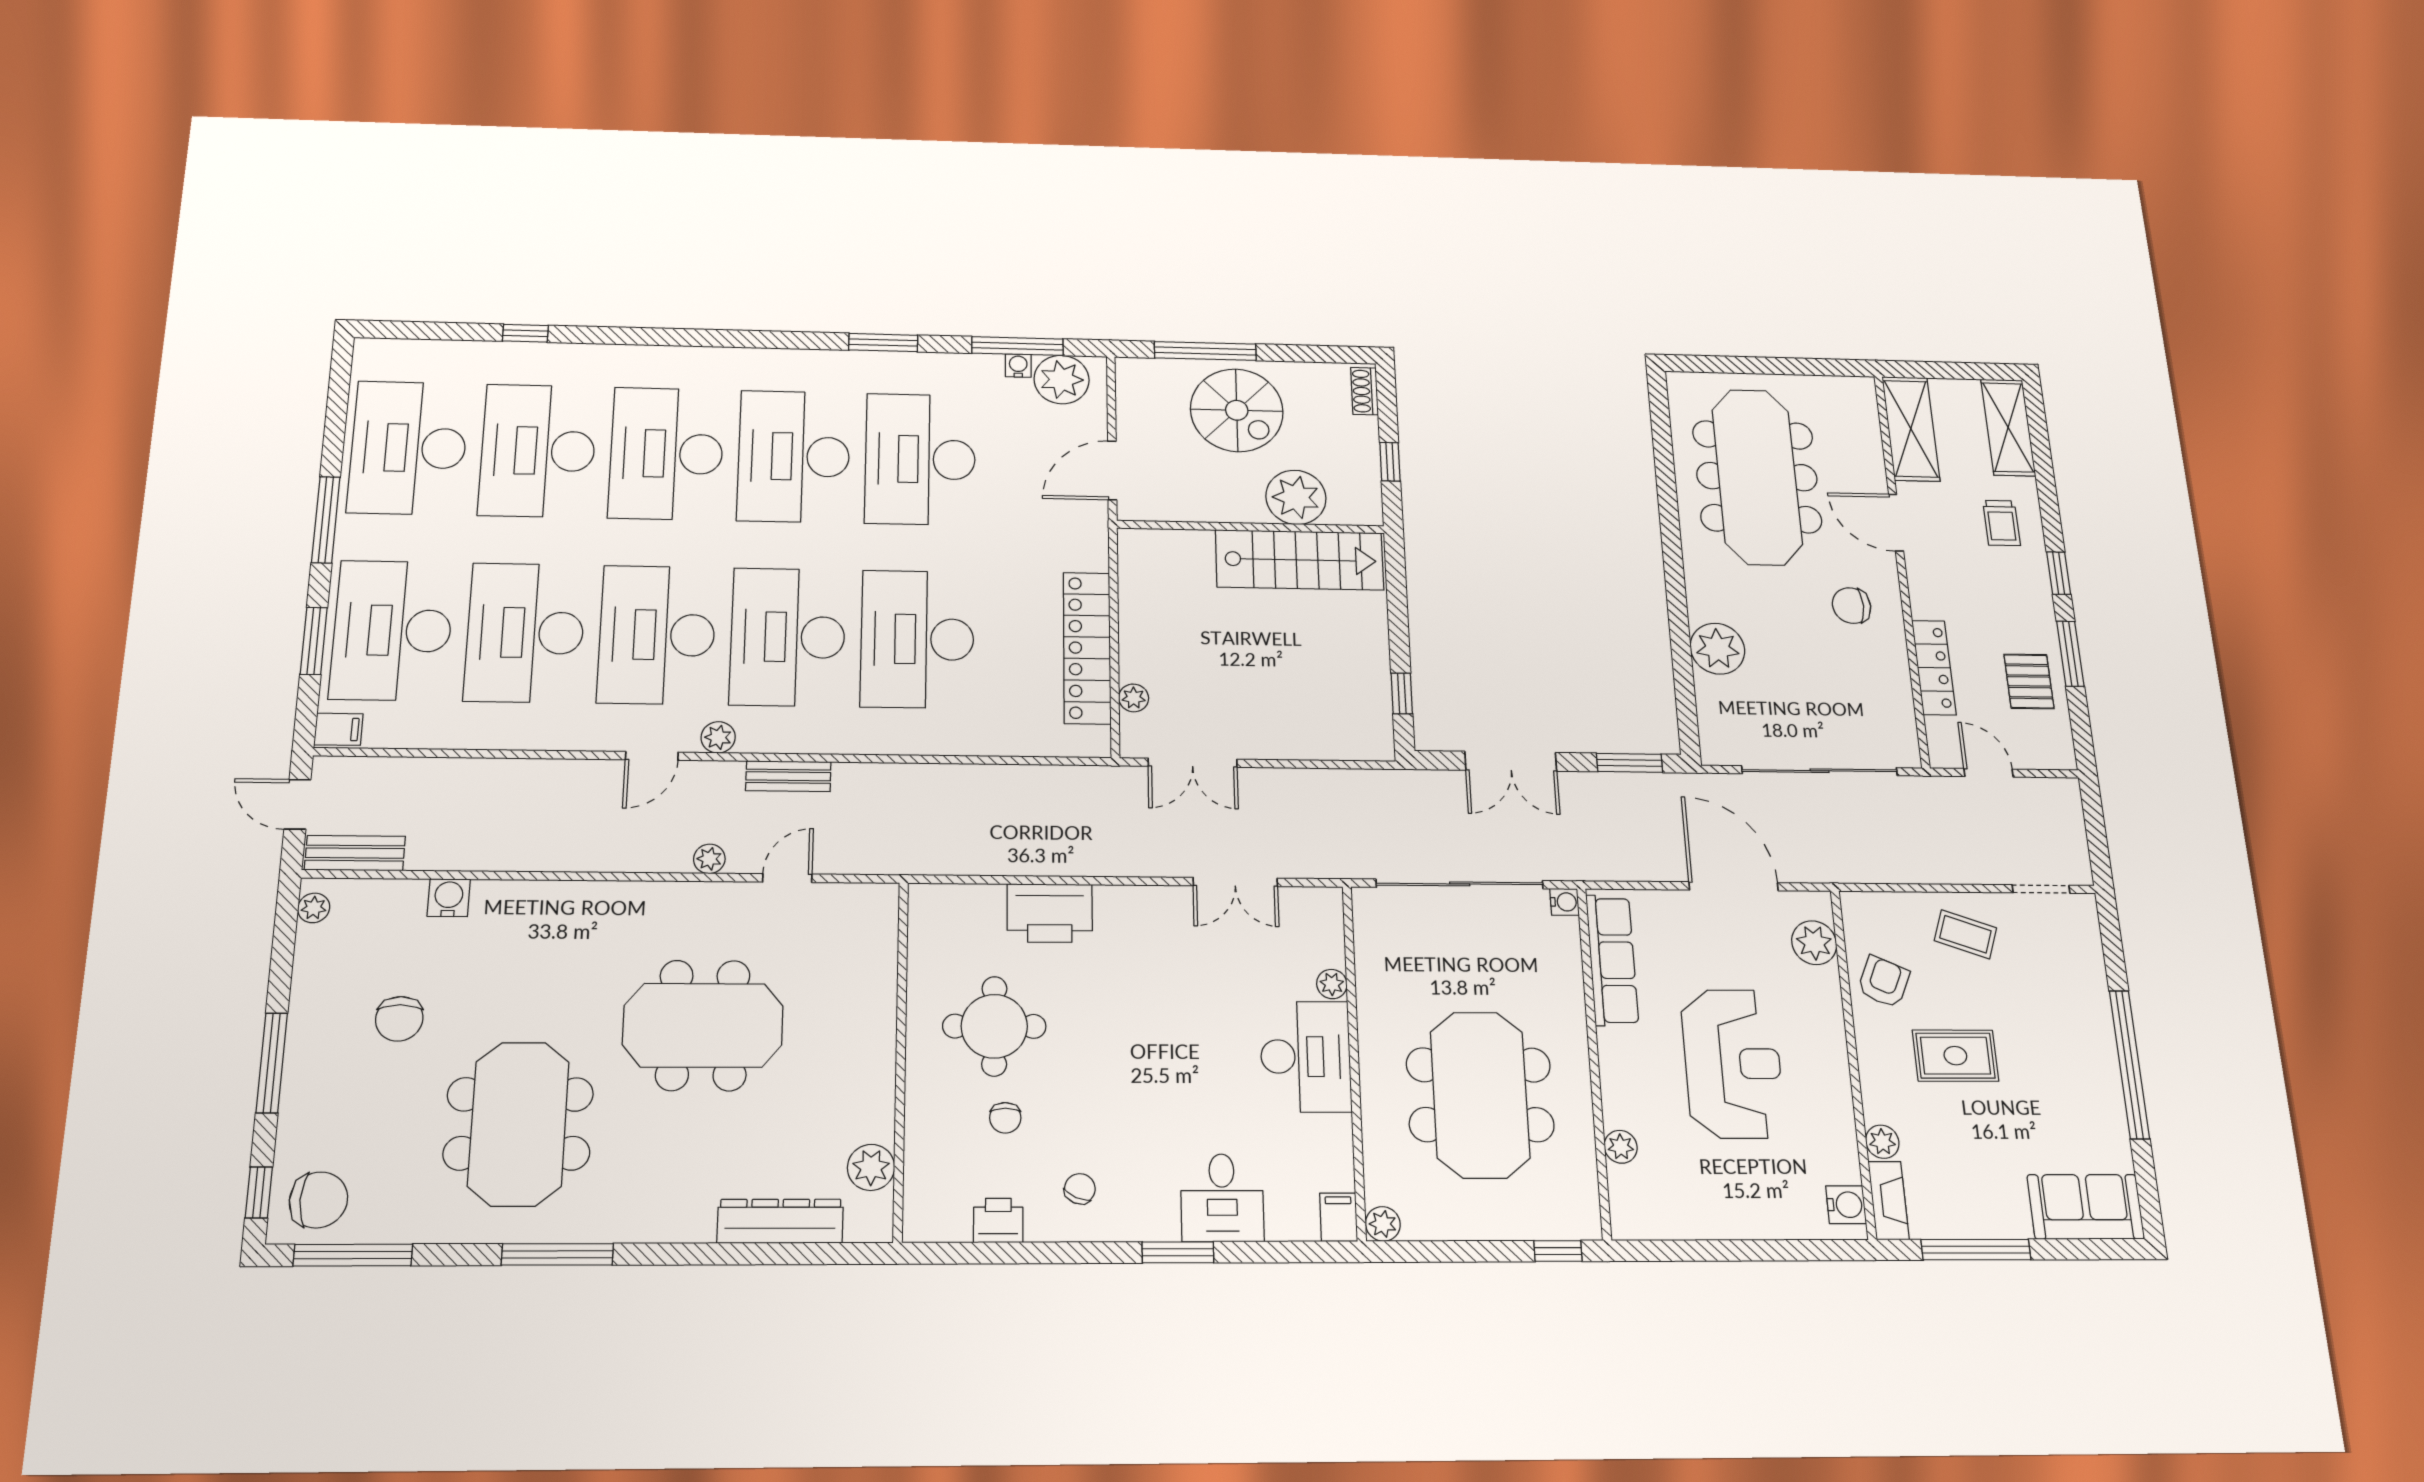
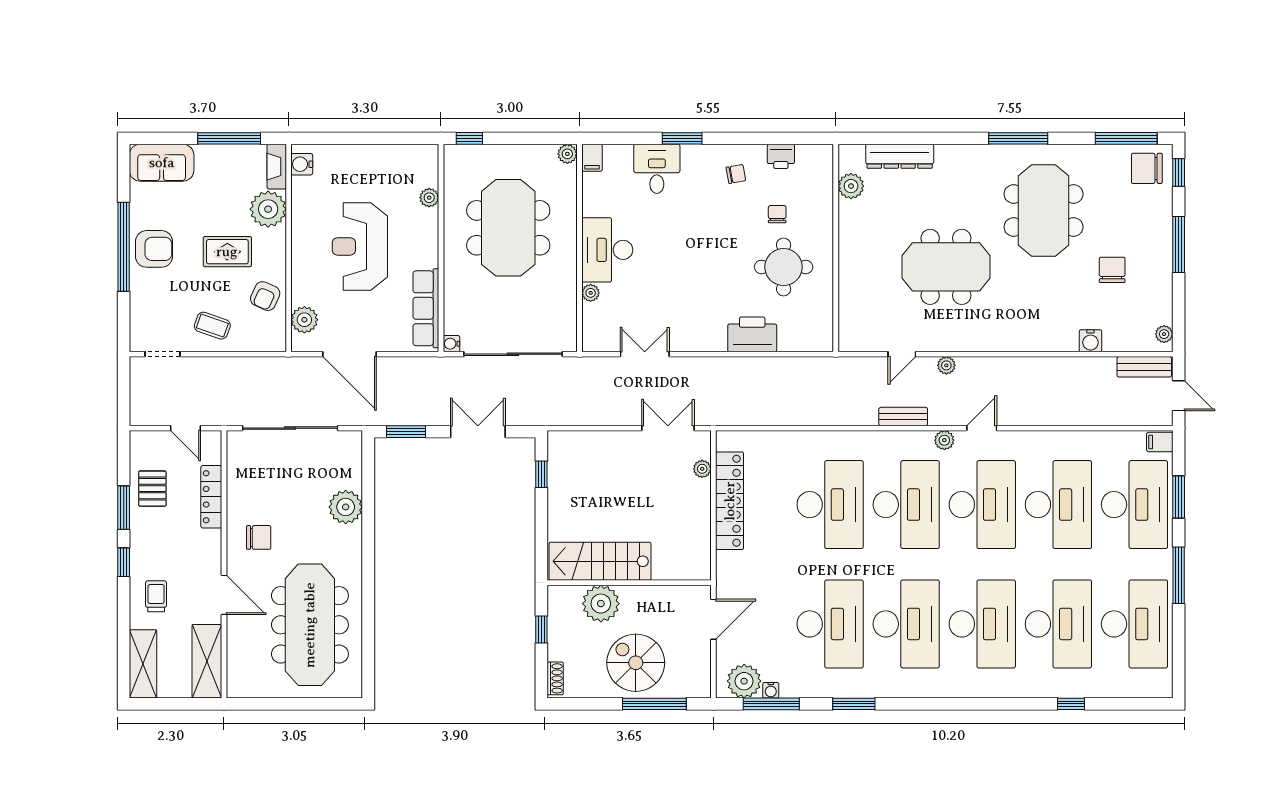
armchair: (2078, 1060) -> (154, 249), added
plant: (1882, 1142) -> (268, 209), width x1.87, depth x1.87
chair: (1080, 1189) -> (736, 174), turned -124

